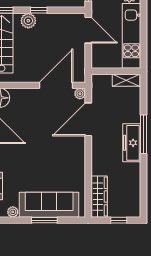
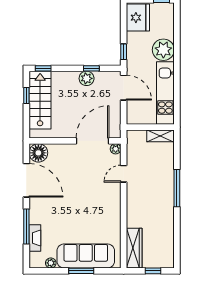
window: (39, 10) -> (91, 68), moved
plant: (28, 21) -> (87, 78), moved
door: (88, 119) -> (124, 174), width x0.53
freezer: (132, 143) -> (166, 196), removed

